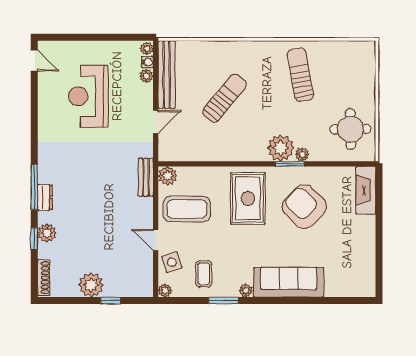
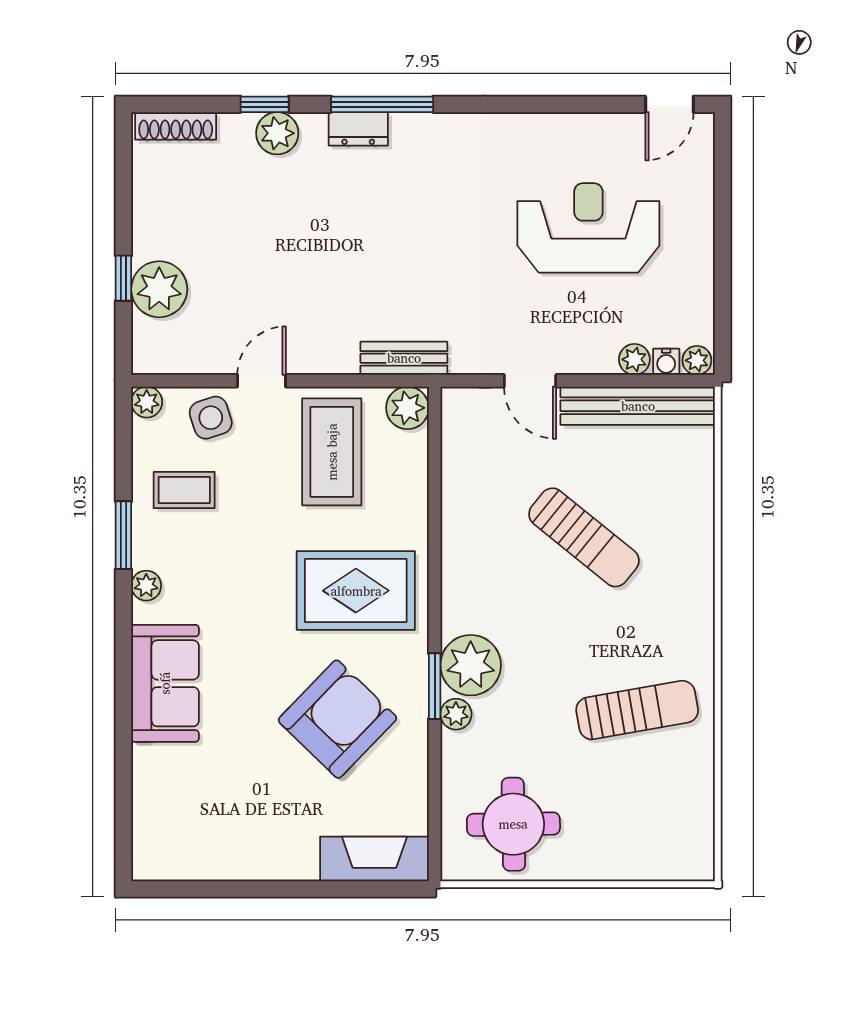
sofa: (289, 282) -> (165, 683), width x0.73
plant: (91, 285) -> (159, 289), moved

